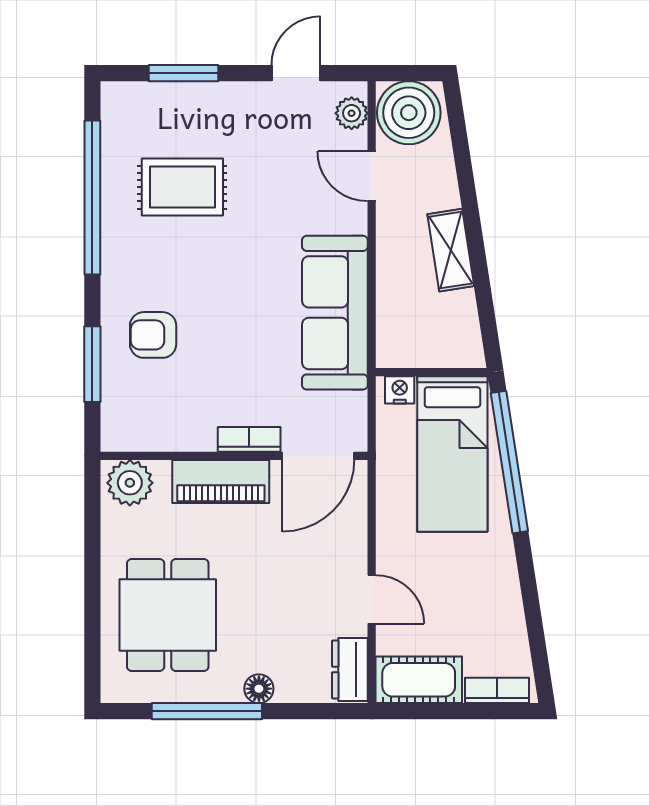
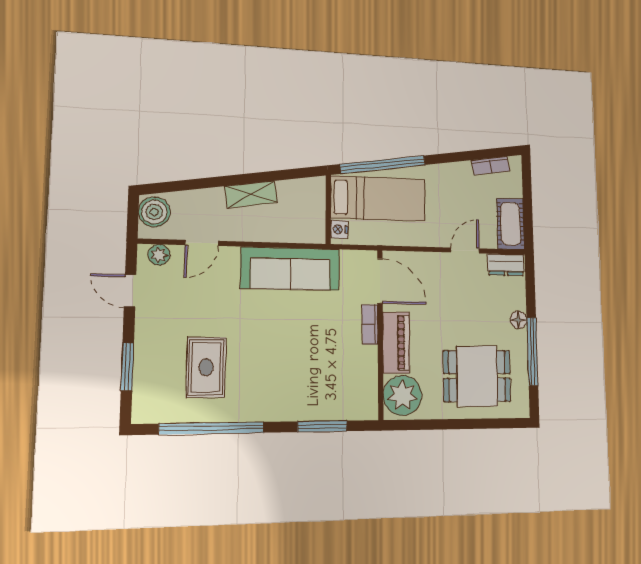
boiler: (409, 113) -> (154, 212), width x0.73, depth x0.73
armchair: (153, 335) -> (304, 386), removed
plant: (130, 483) -> (402, 395), width x1.36, depth x1.36
bookcase: (497, 690) -> (490, 166), moved, turned -99

